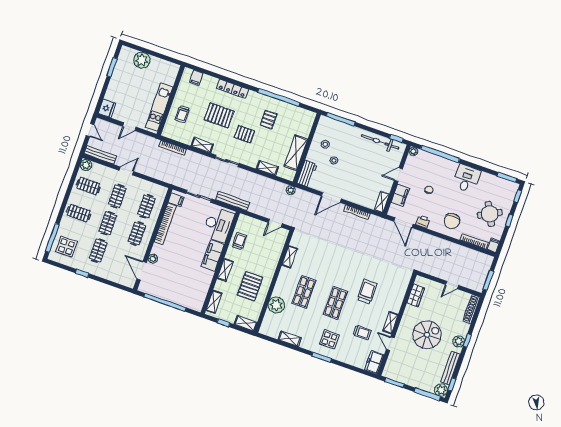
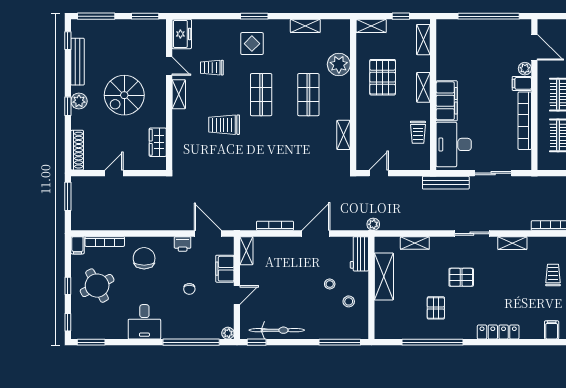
pallet: (219, 115) -> (504, 290), removed
filing cabinet: (176, 200) -> (522, 83), moved
trolley: (367, 292) -> (224, 125), turned 90
plant: (441, 390) -> (80, 28), removed

